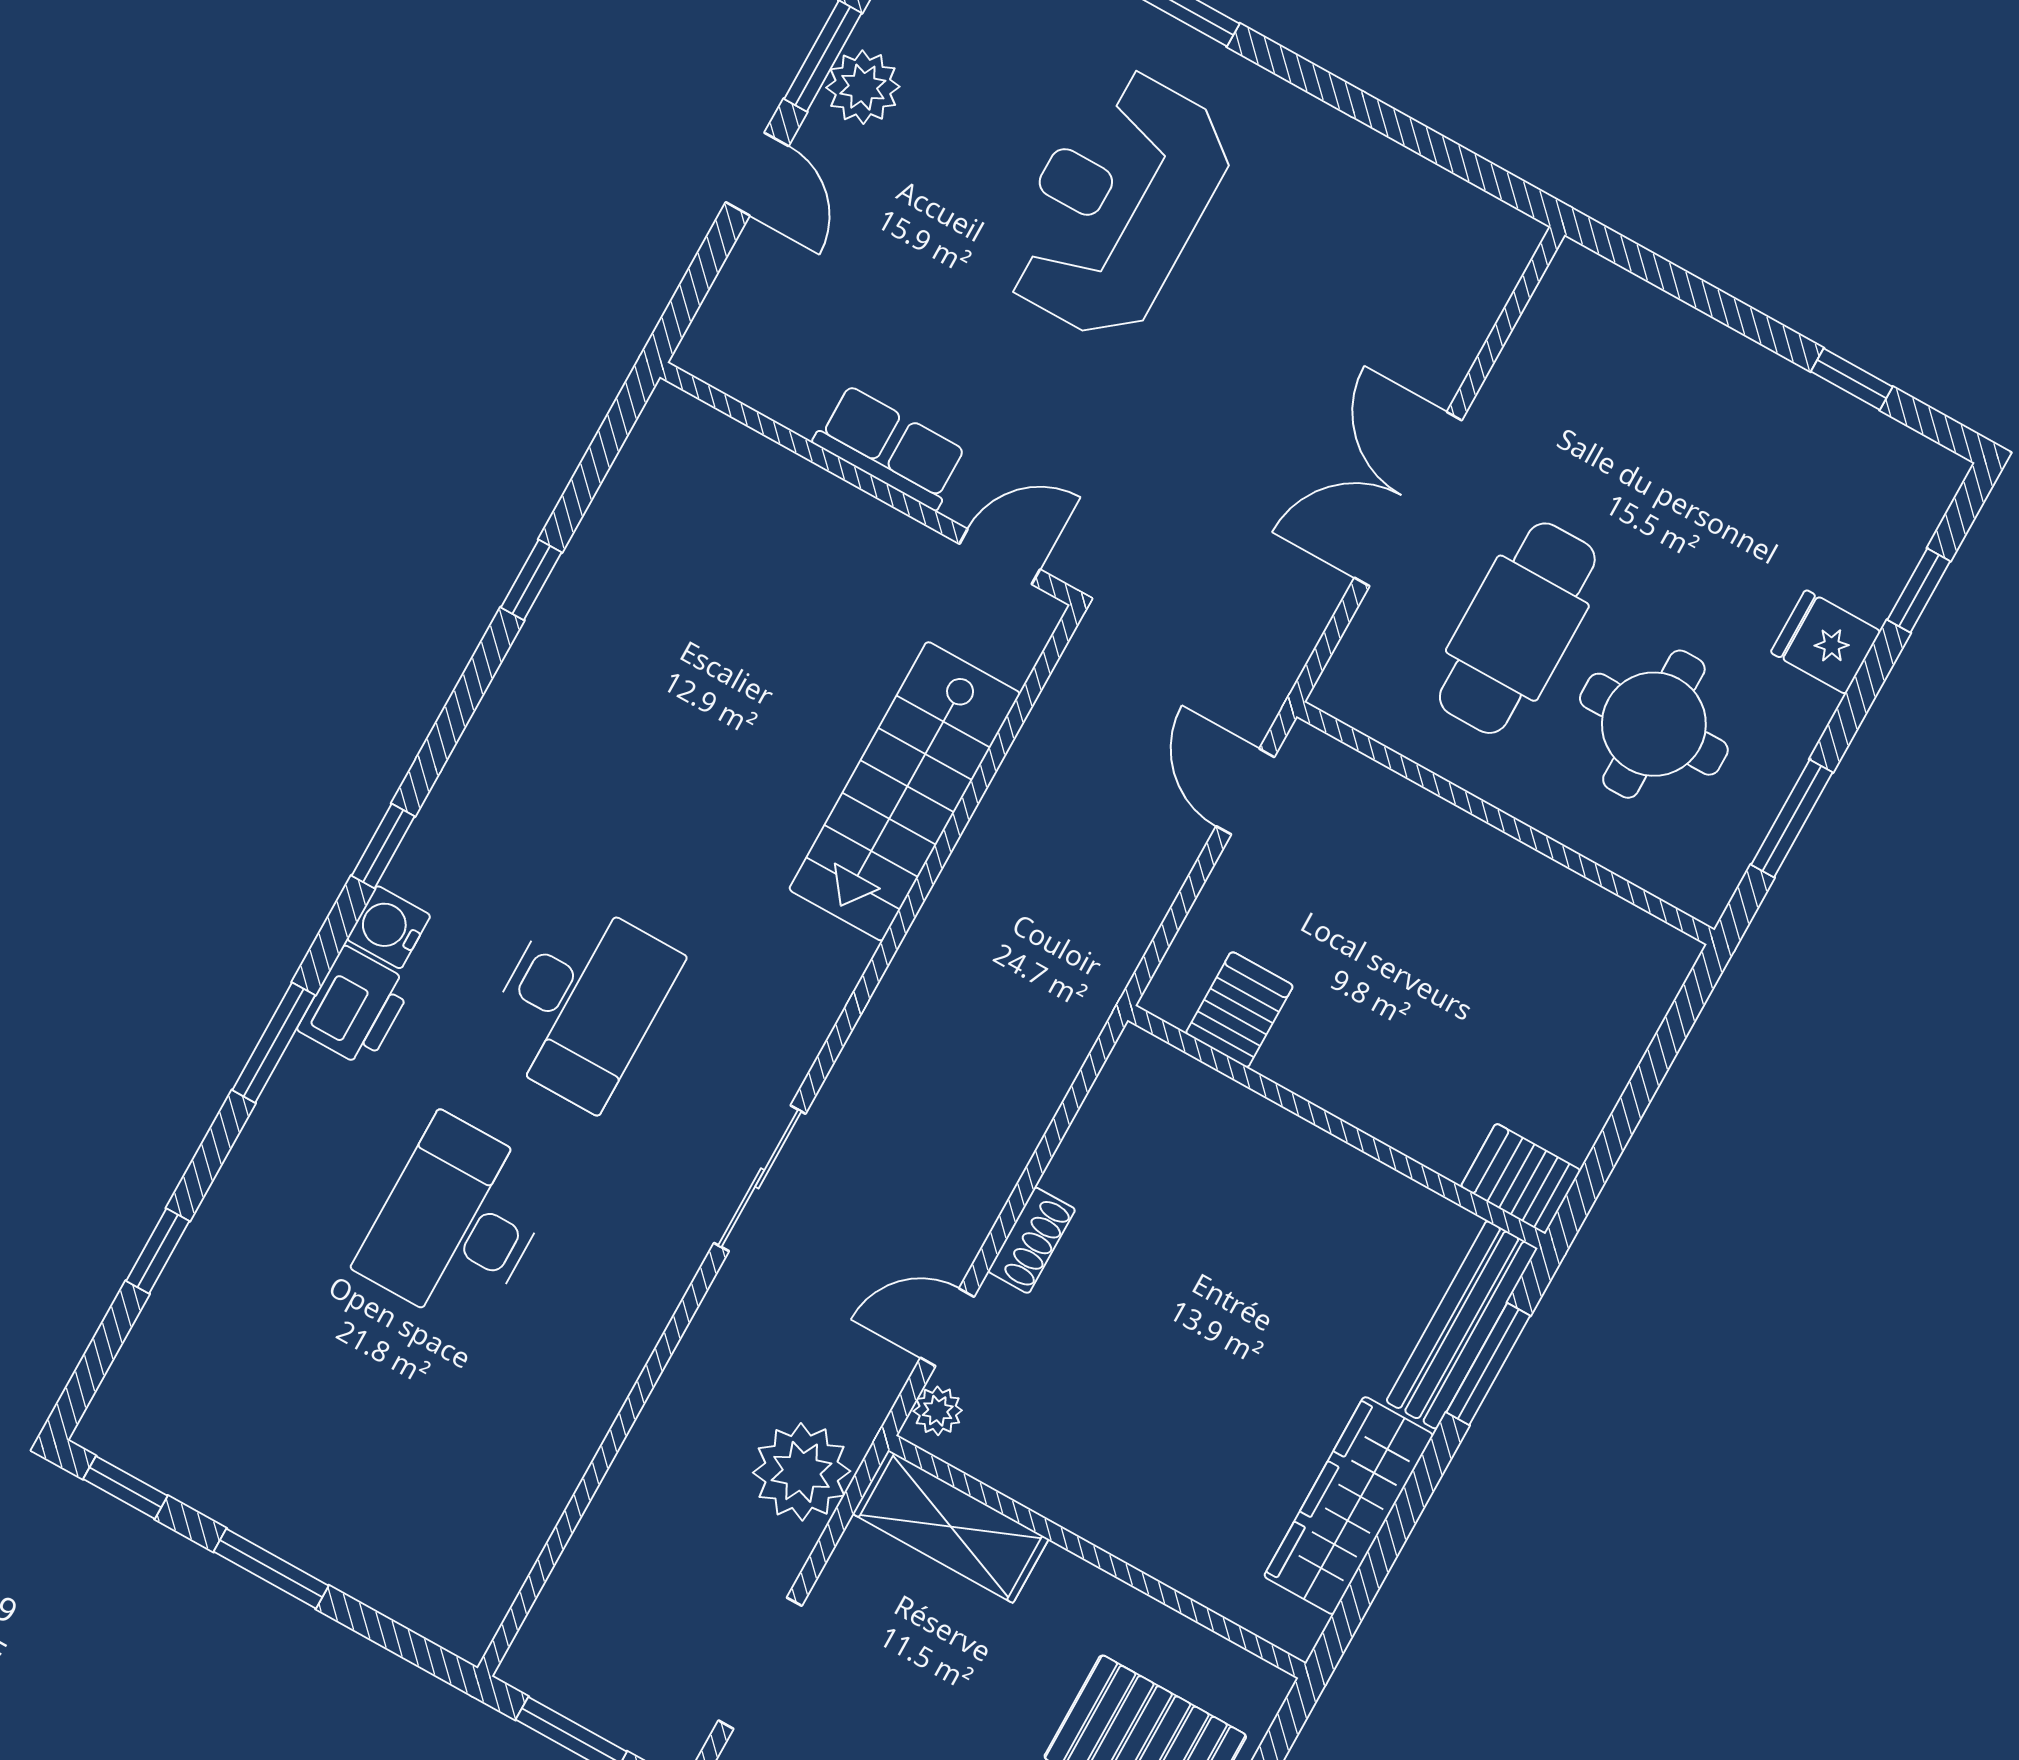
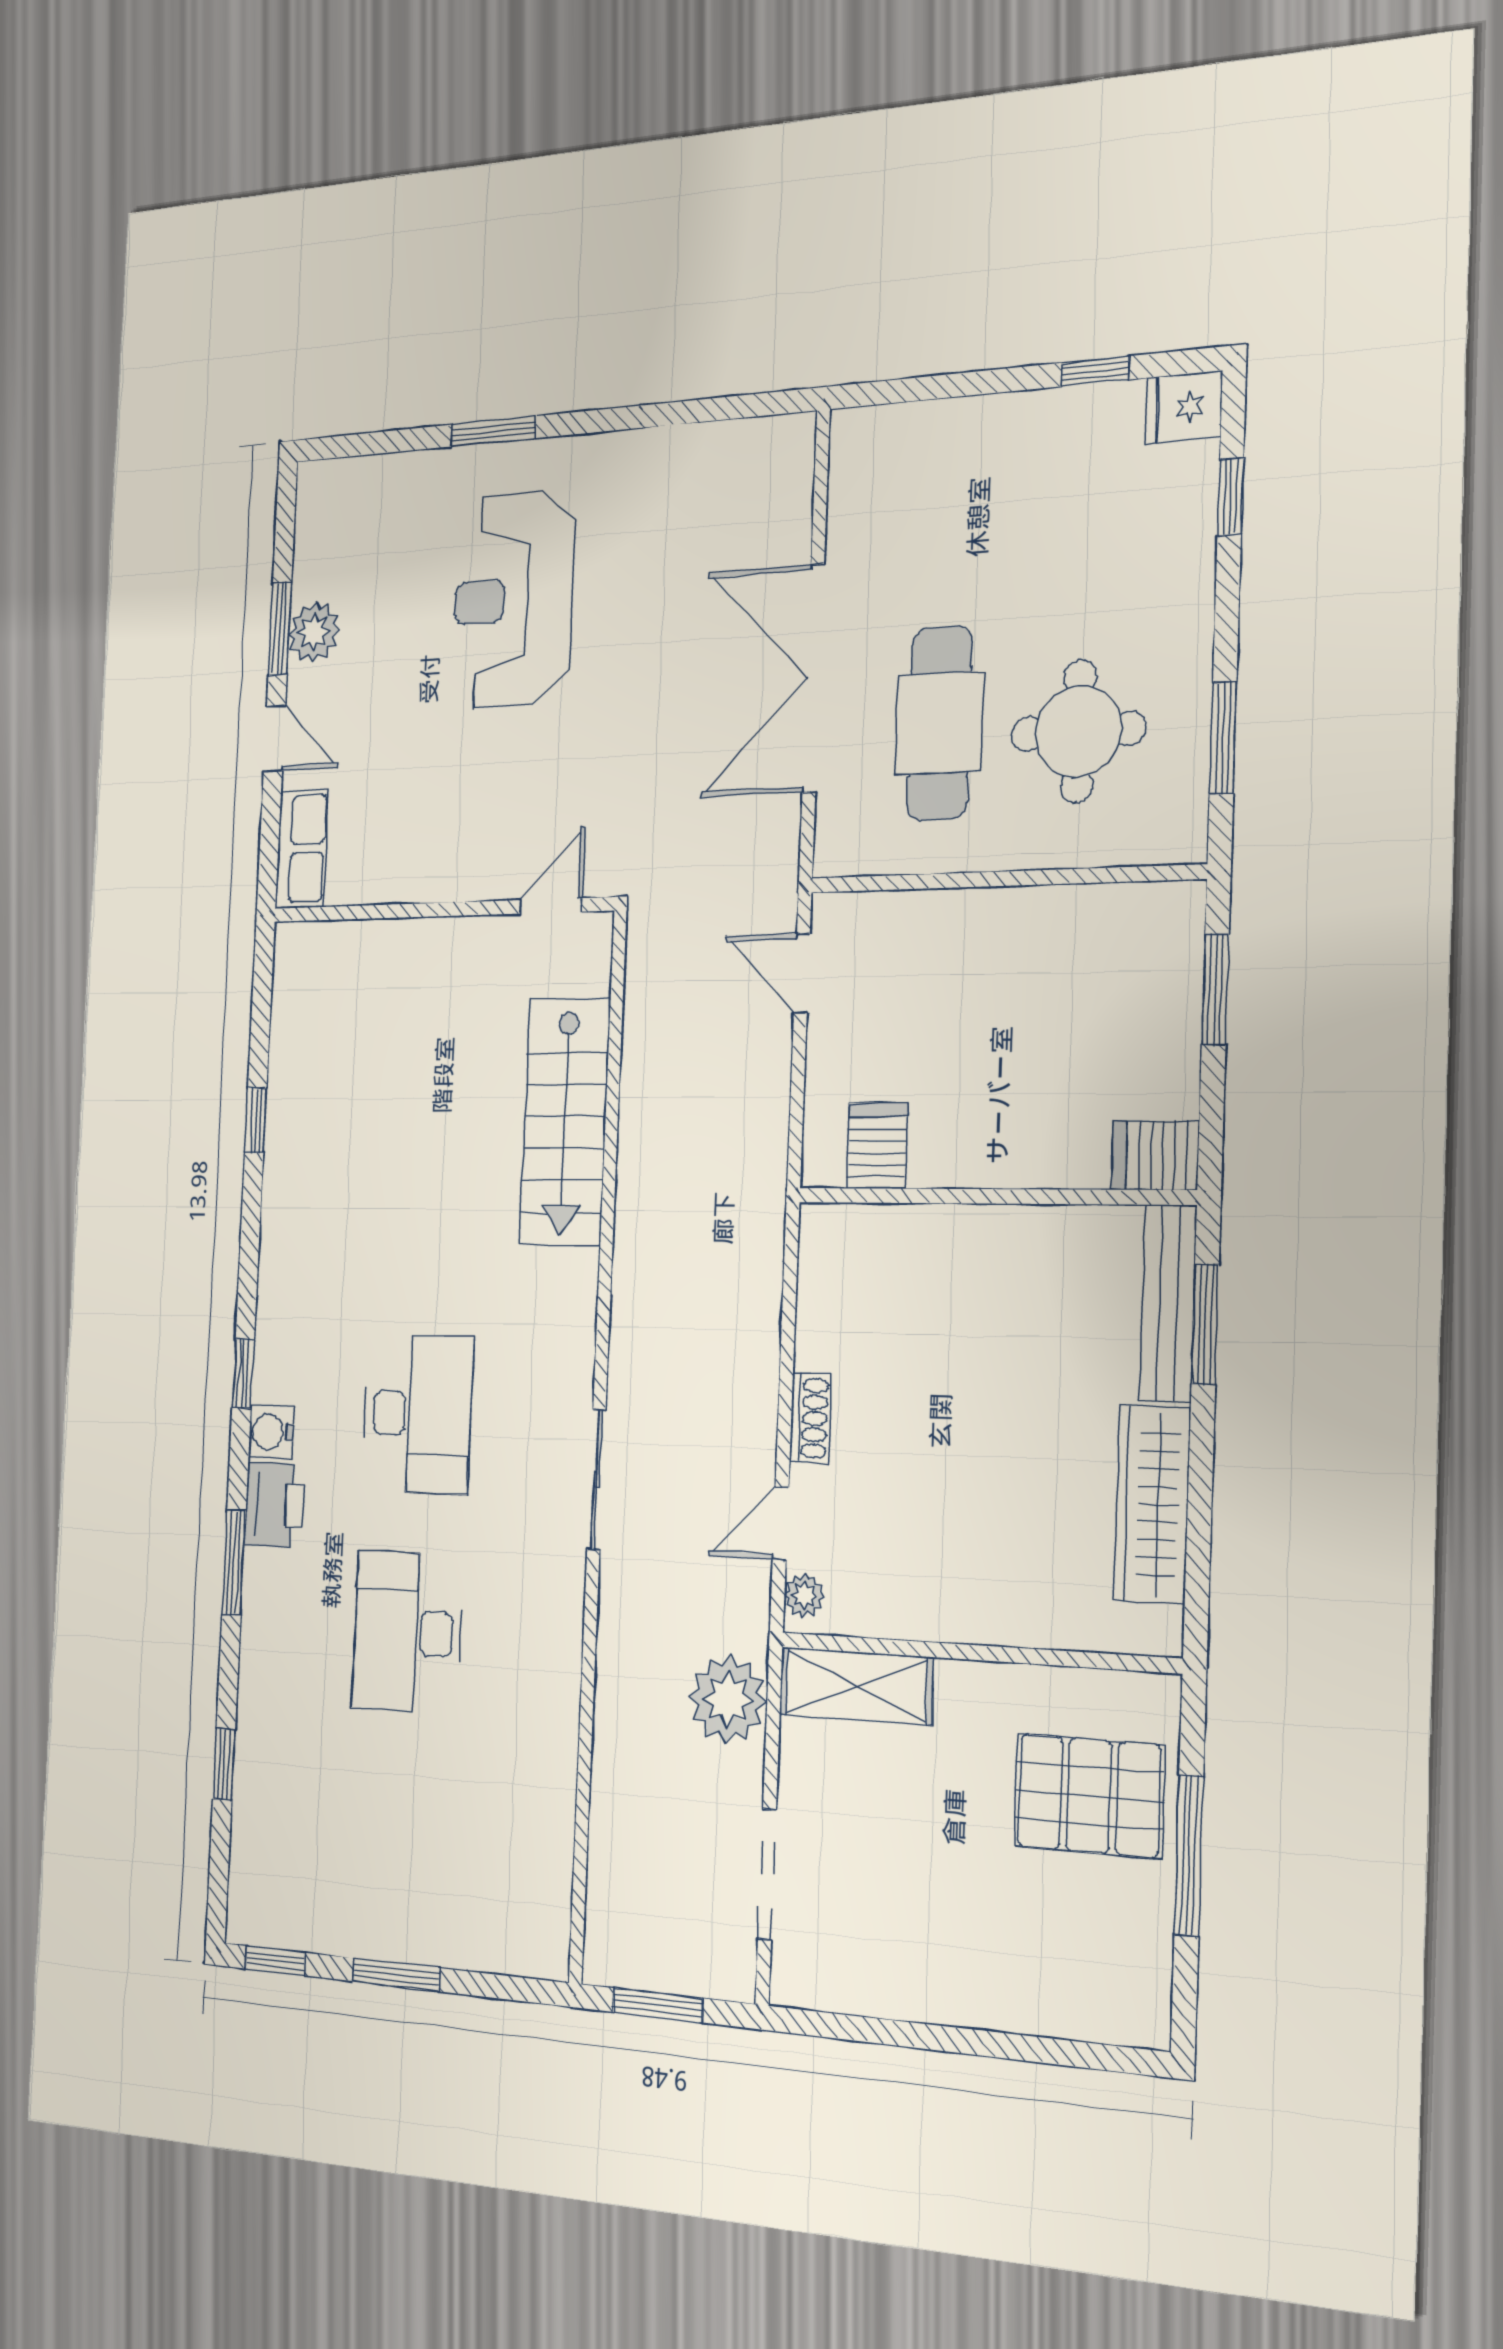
row of seats: (890, 447) -> (302, 849), moved, turned 90
double door: (1408, 499) -> (813, 678), width x1.36
fridge: (1826, 642) -> (1184, 407), moved
window: (1661, 1054) -> (1215, 989), added

